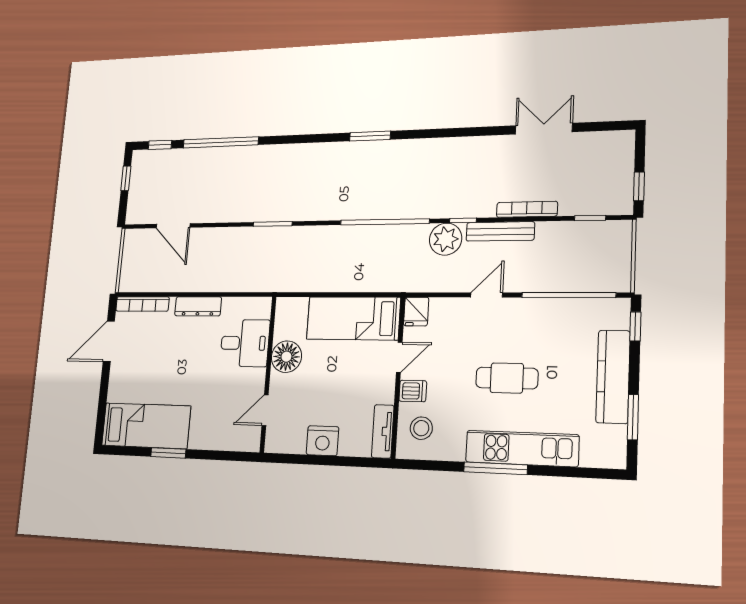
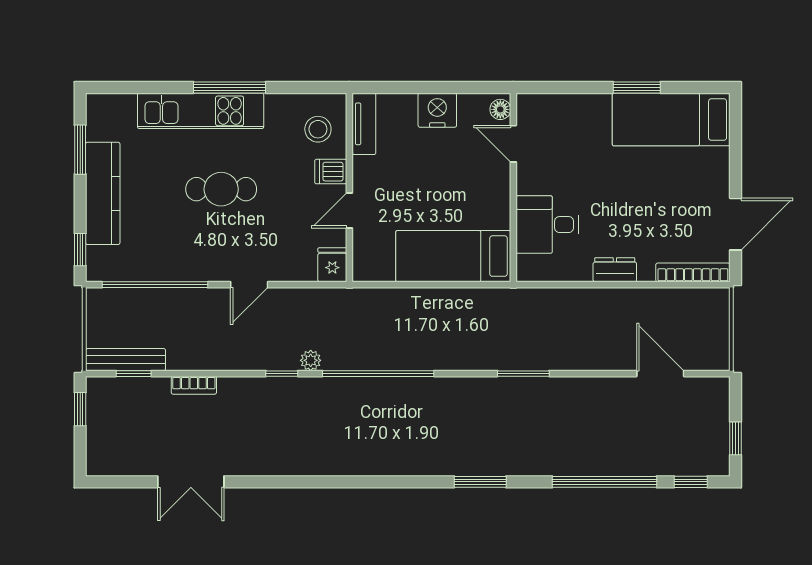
window: (370, 136) -> (480, 482), moved
bookcase: (527, 209) -> (194, 385), width x0.64
bench: (500, 231) -> (126, 360), moved
plant: (446, 239) -> (311, 360), width x0.53, depth x0.53
dresser: (198, 306) -> (615, 270), width x0.70
bed: (353, 318) -> (453, 256), moved, turned 180
floor lamp: (286, 357) -> (500, 109), moved, width x0.53, depth x0.53
door: (265, 410) -> (513, 144), swing flipped

